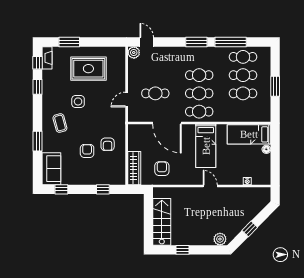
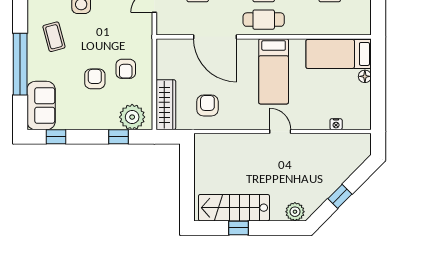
window: (38, 141) -> (20, 64), width x2.11
plant: (112, 176) -> (132, 117), added
stairs: (162, 222) -> (234, 208), moved, turned -90

